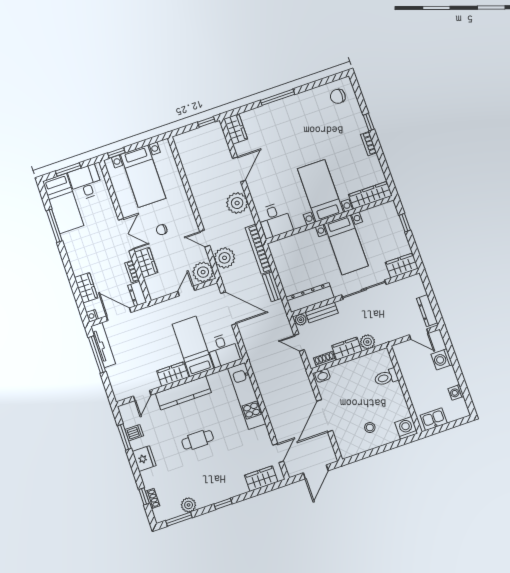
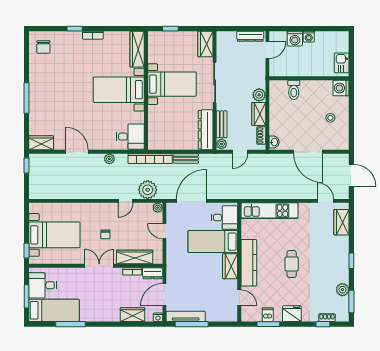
plant: (237, 203) -> (109, 159), width x0.53, depth x0.53
wardrobe: (146, 262) -> (135, 257), width x1.50
plant: (203, 272) -> (158, 208), width x0.53, depth x0.53
washing machine: (456, 392) -> (309, 37), moved

